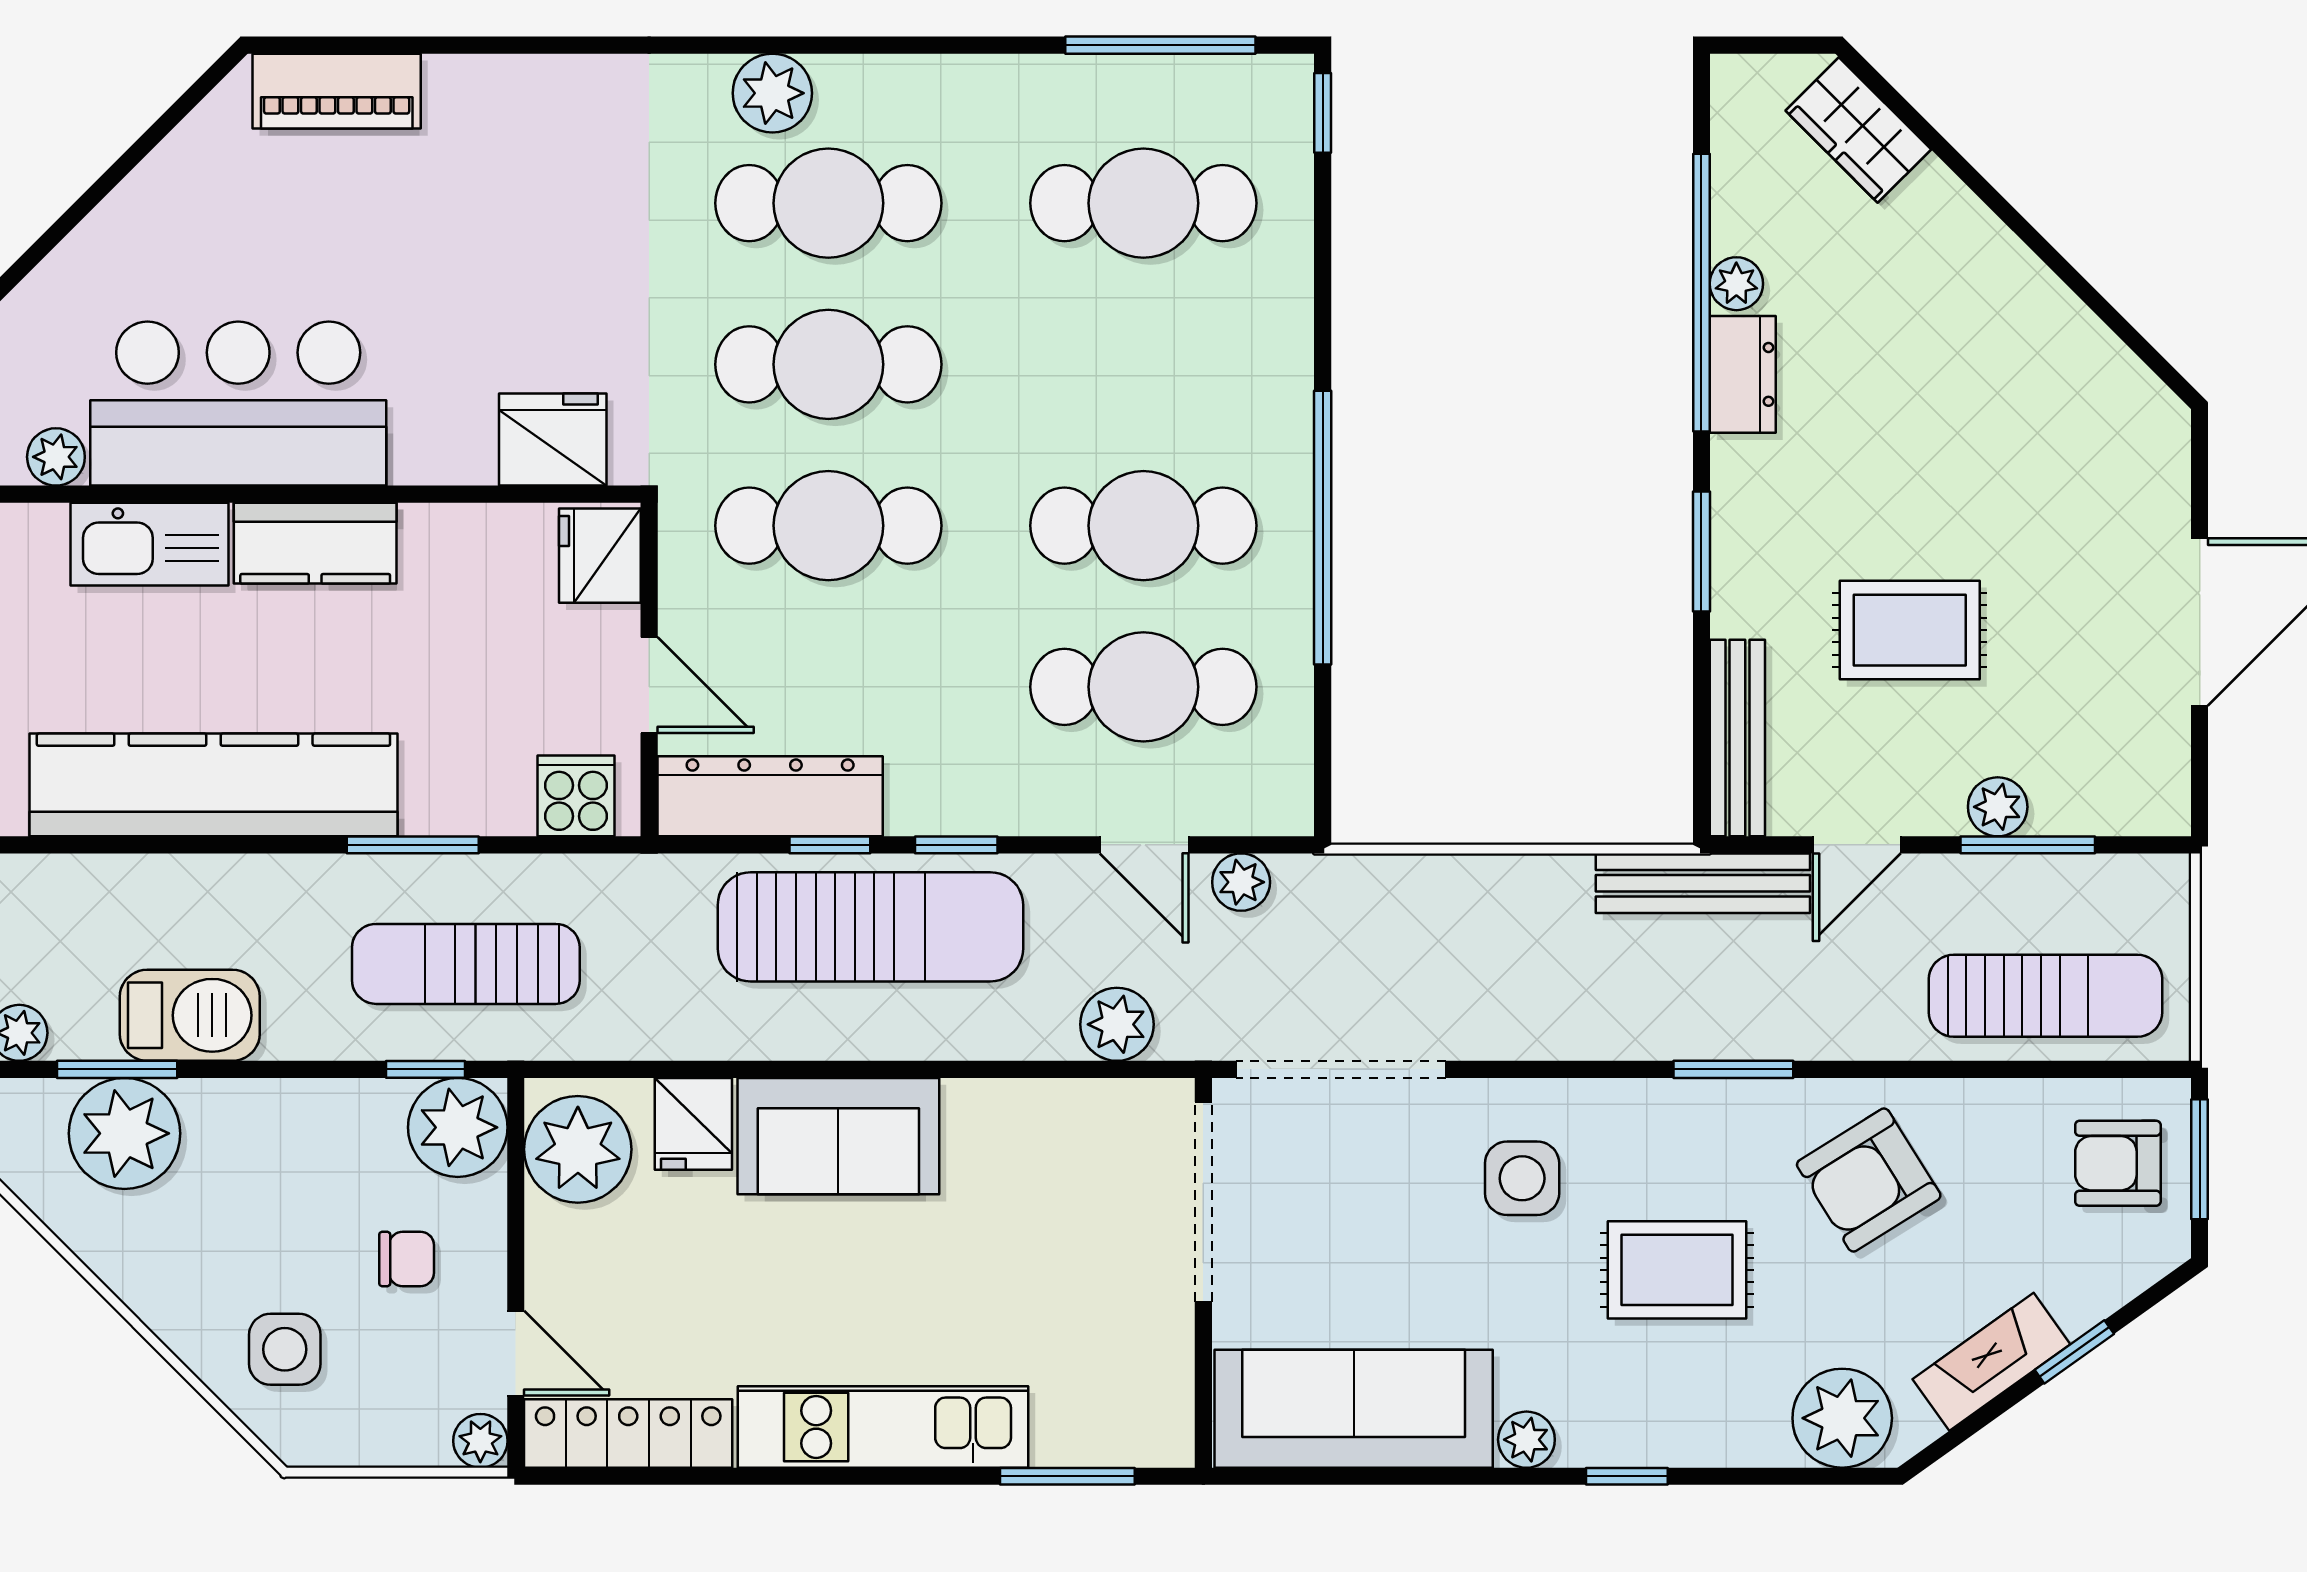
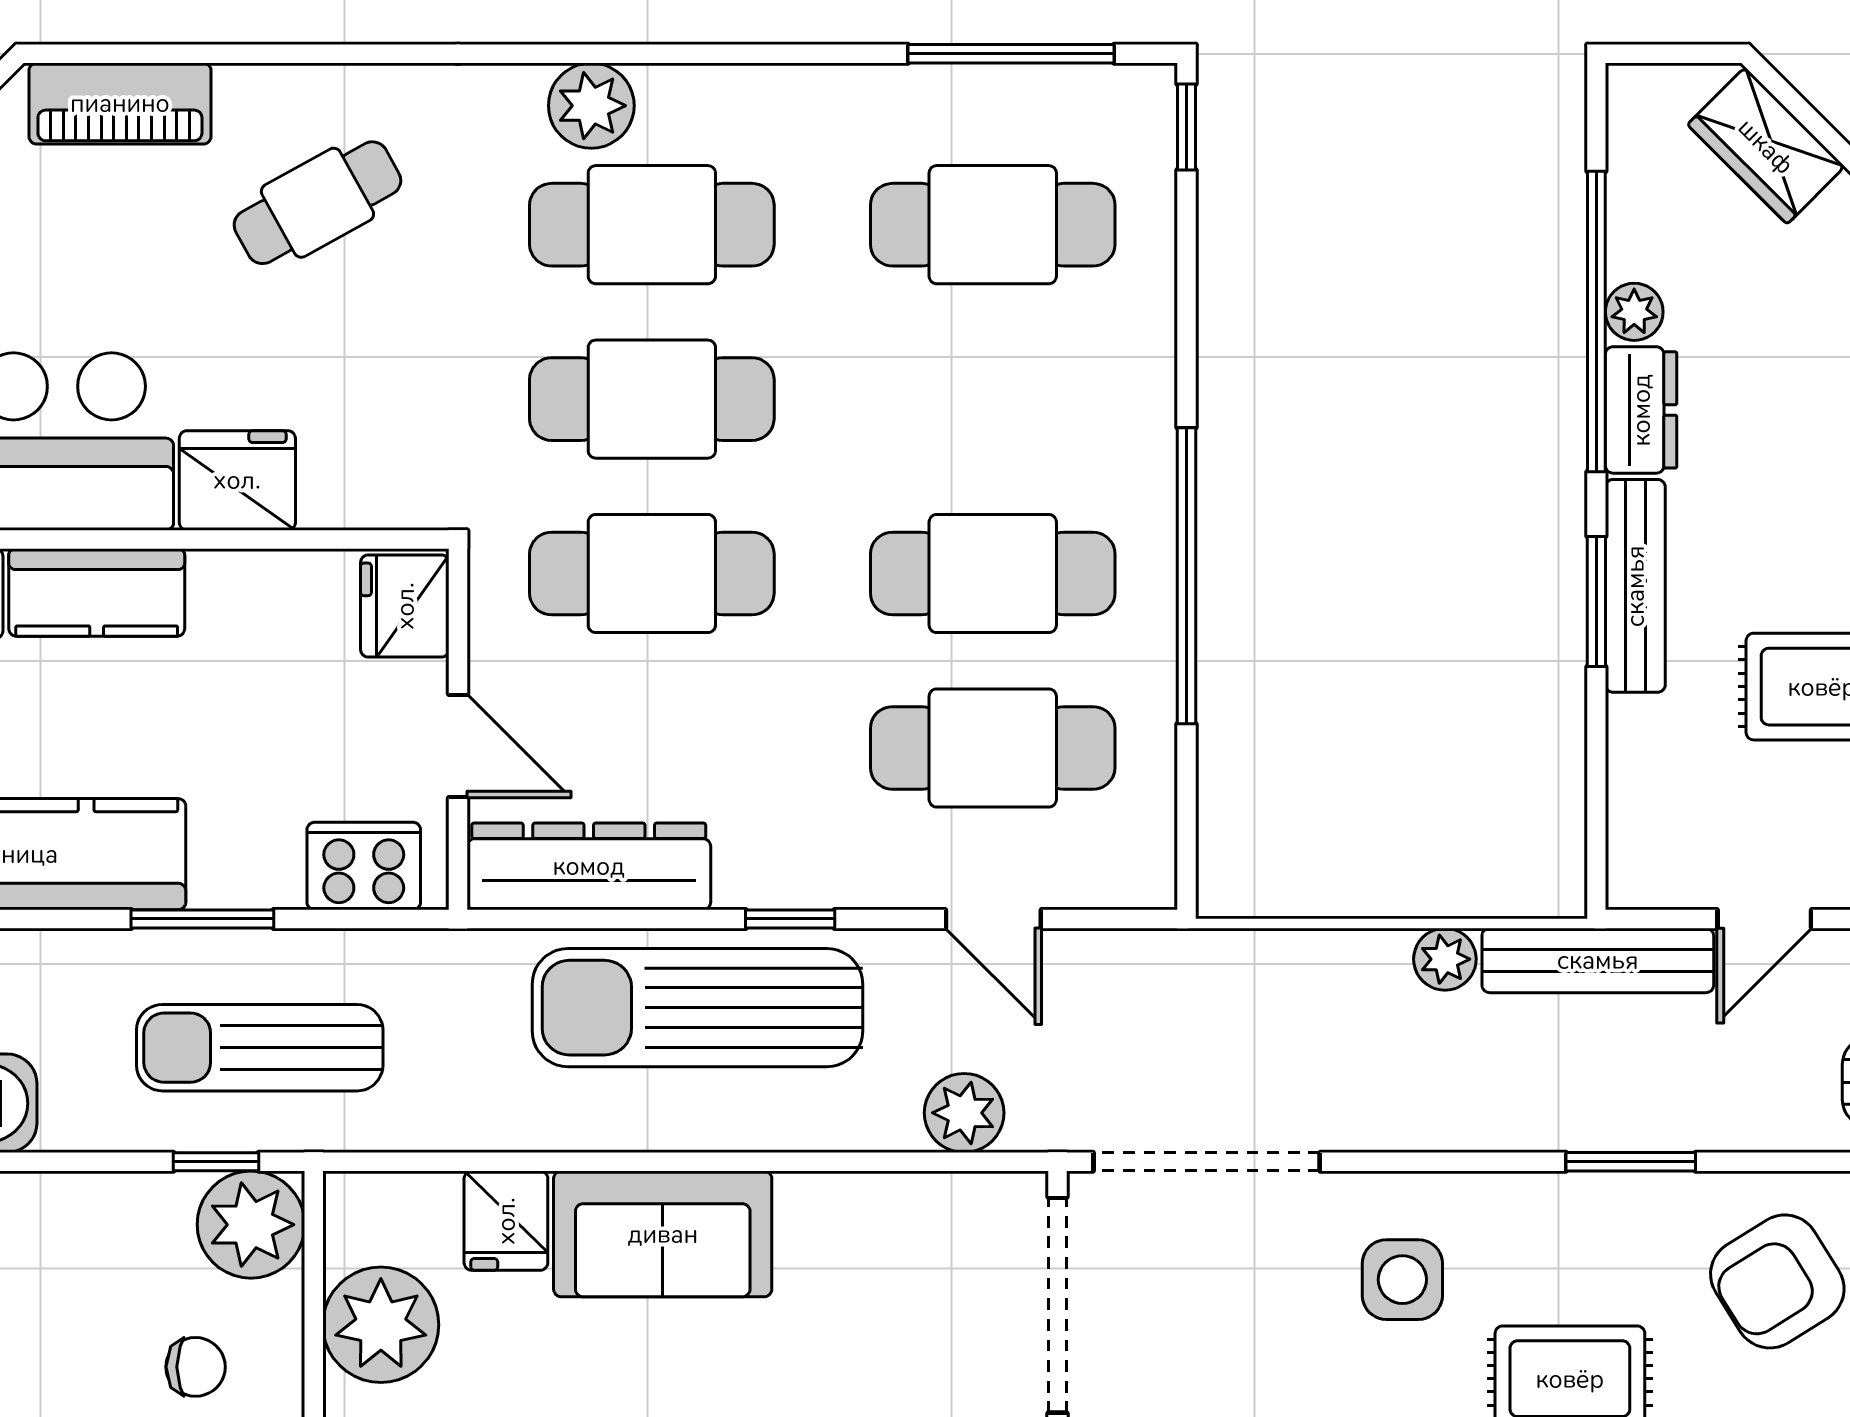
cafe table: (519, 183) -> (317, 203), added
fridge: (553, 440) -> (237, 480), moved
bench: (1737, 738) -> (1635, 586), moved
cooker: (576, 796) -> (364, 866), width x1.36
window: (830, 845) -> (654, 919), removed
plant: (1241, 882) -> (1445, 959), moved
sun lounger: (870, 927) -> (697, 1008), turned 180
plant: (578, 1149) -> (381, 1325), moved

